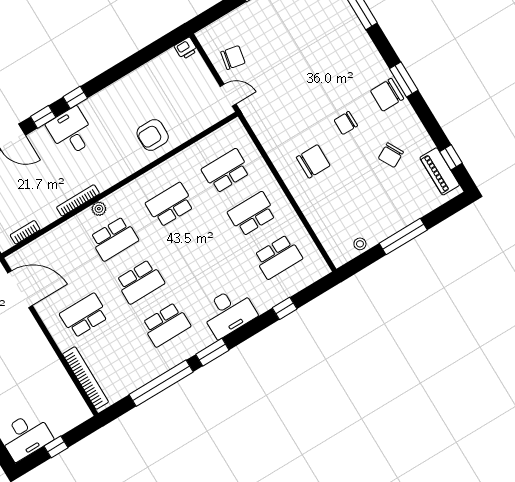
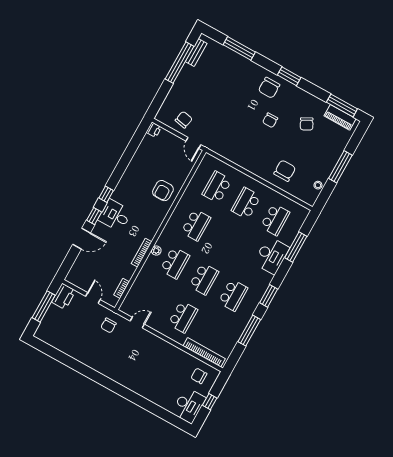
door: (228, 95) -> (193, 143), swing flipped
chair: (387, 95) -> (269, 88), moved
window: (451, 157) -> (342, 106), width x2.17
chair: (313, 161) -> (285, 171), moved
school desk: (170, 205) -> (196, 225), turned 180
door: (20, 289) -> (137, 323), width x0.53
window: (285, 308) -> (296, 247), width x2.17
desk: (229, 312) -> (271, 255), moved
school desk: (84, 316) -> (183, 317), turned 180
window: (161, 383) -> (249, 331), width x0.68
chair: (61, 405) -> (199, 376), added

